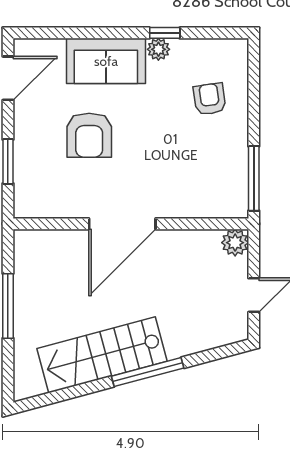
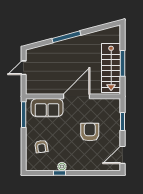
sofa: (106, 61) -> (47, 108), moved, turned 180
plant: (235, 243) -> (31, 89), removed
stairs: (102, 355) -> (111, 68), moved, turned 105

